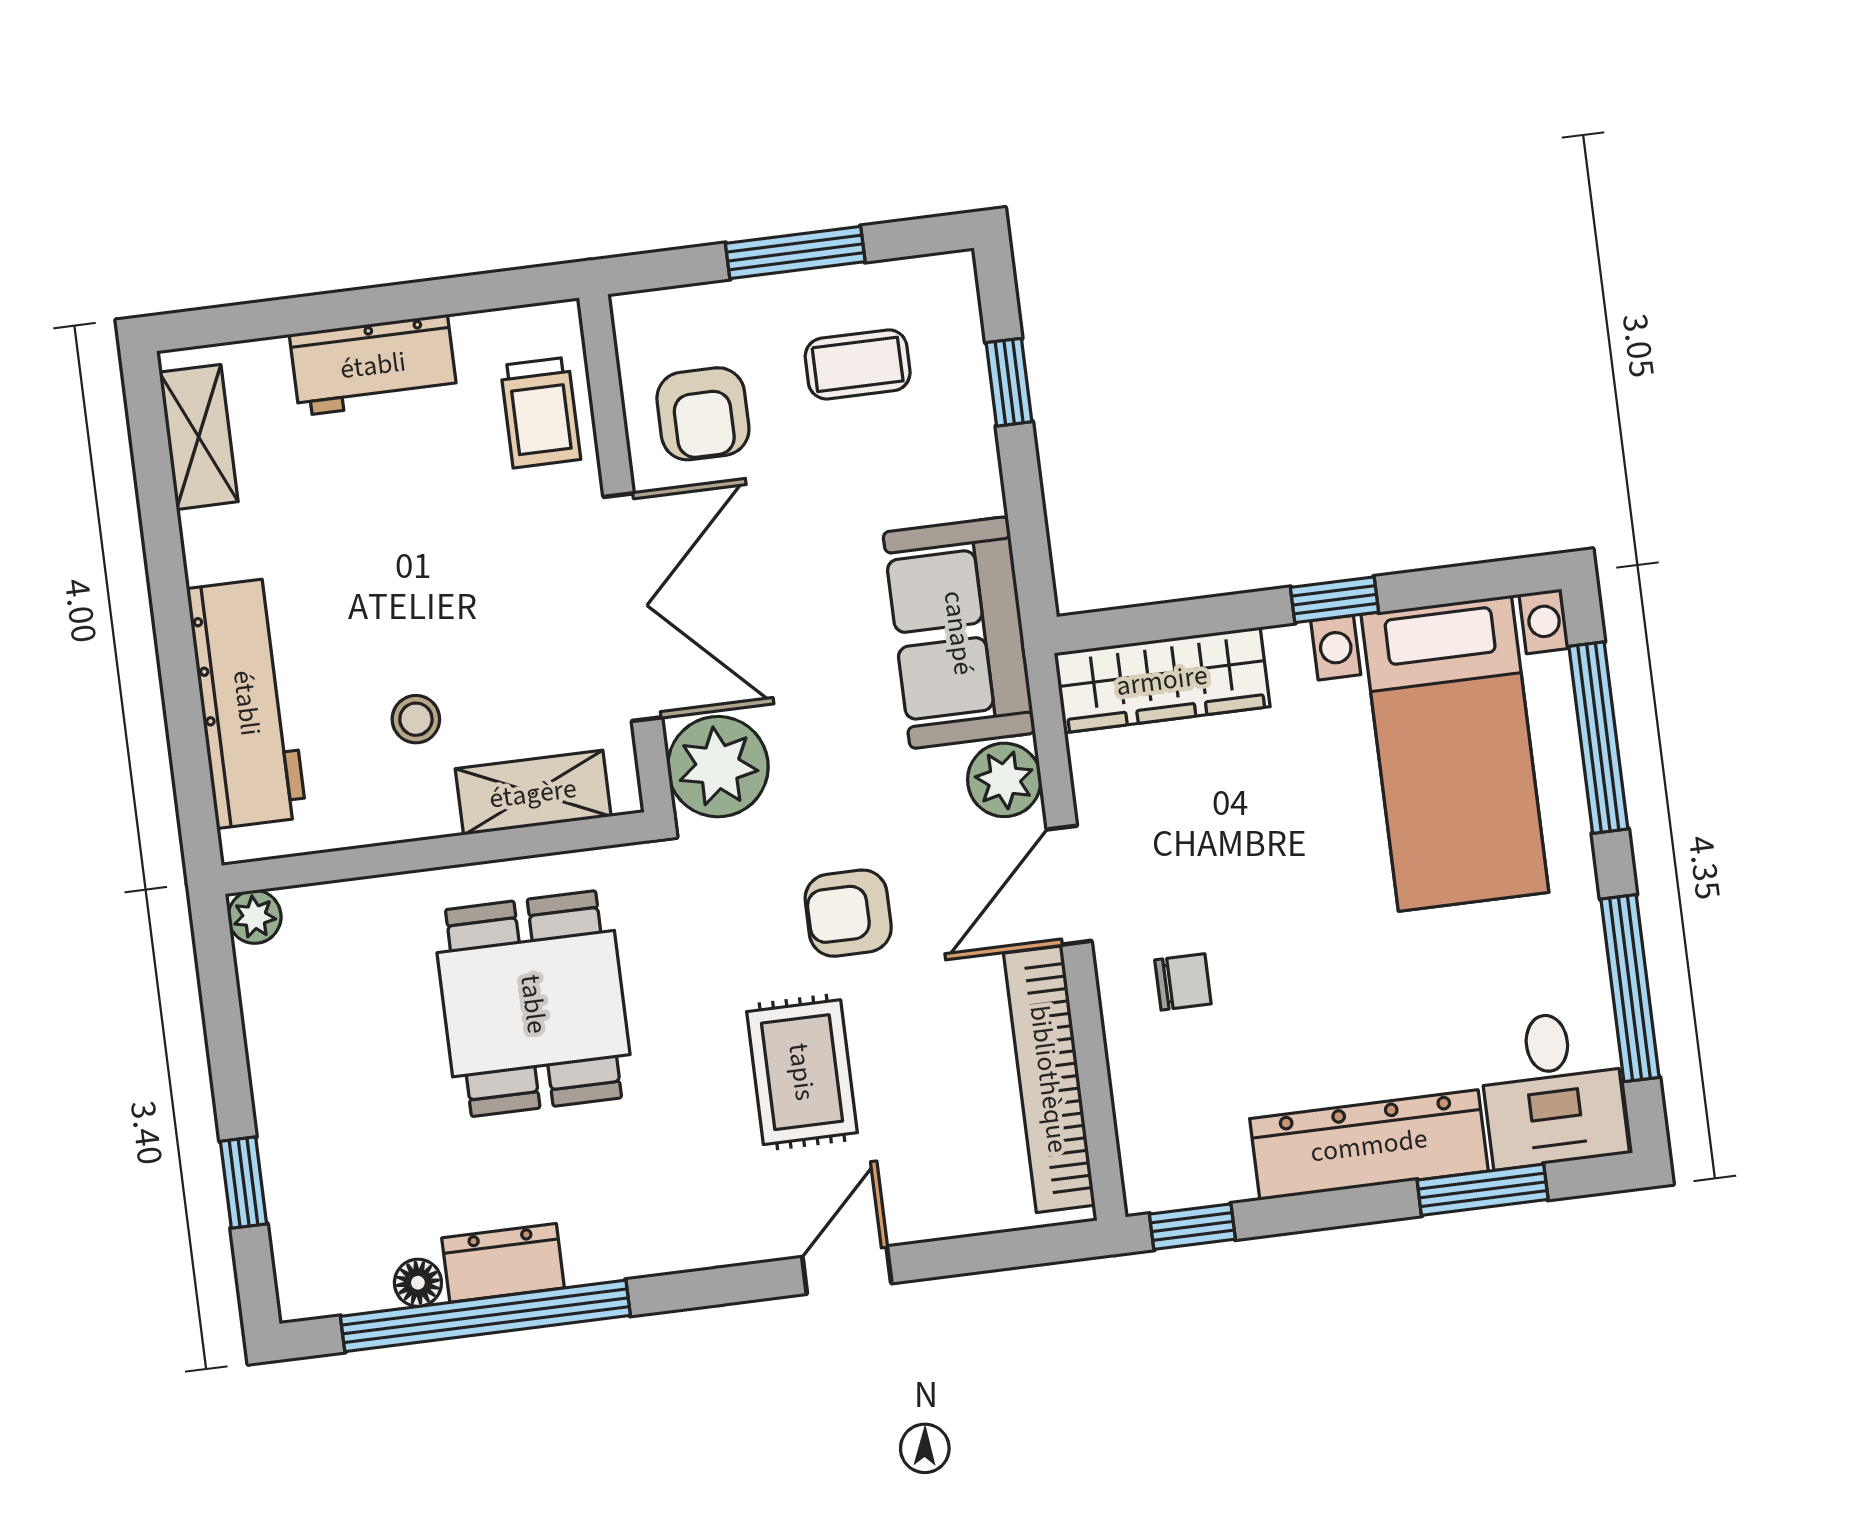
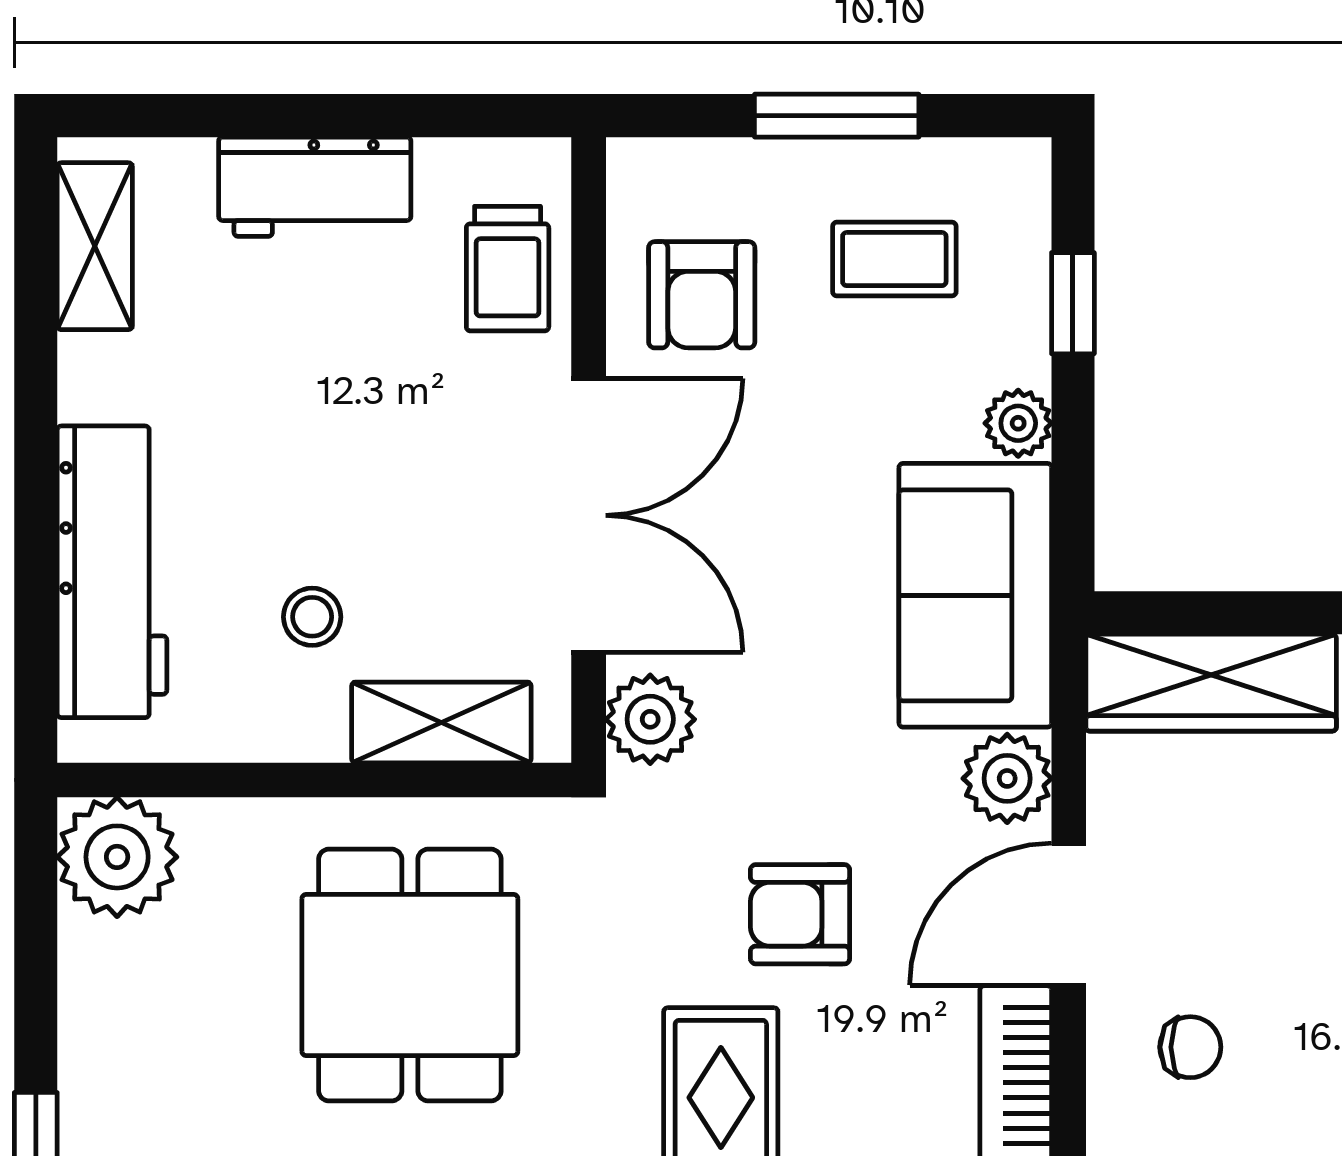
plant: (977, 487) -> (1018, 423), added
plant: (718, 767) -> (650, 719), width x0.73, depth x0.73
plant: (255, 917) -> (117, 857), width x1.88, depth x1.88

